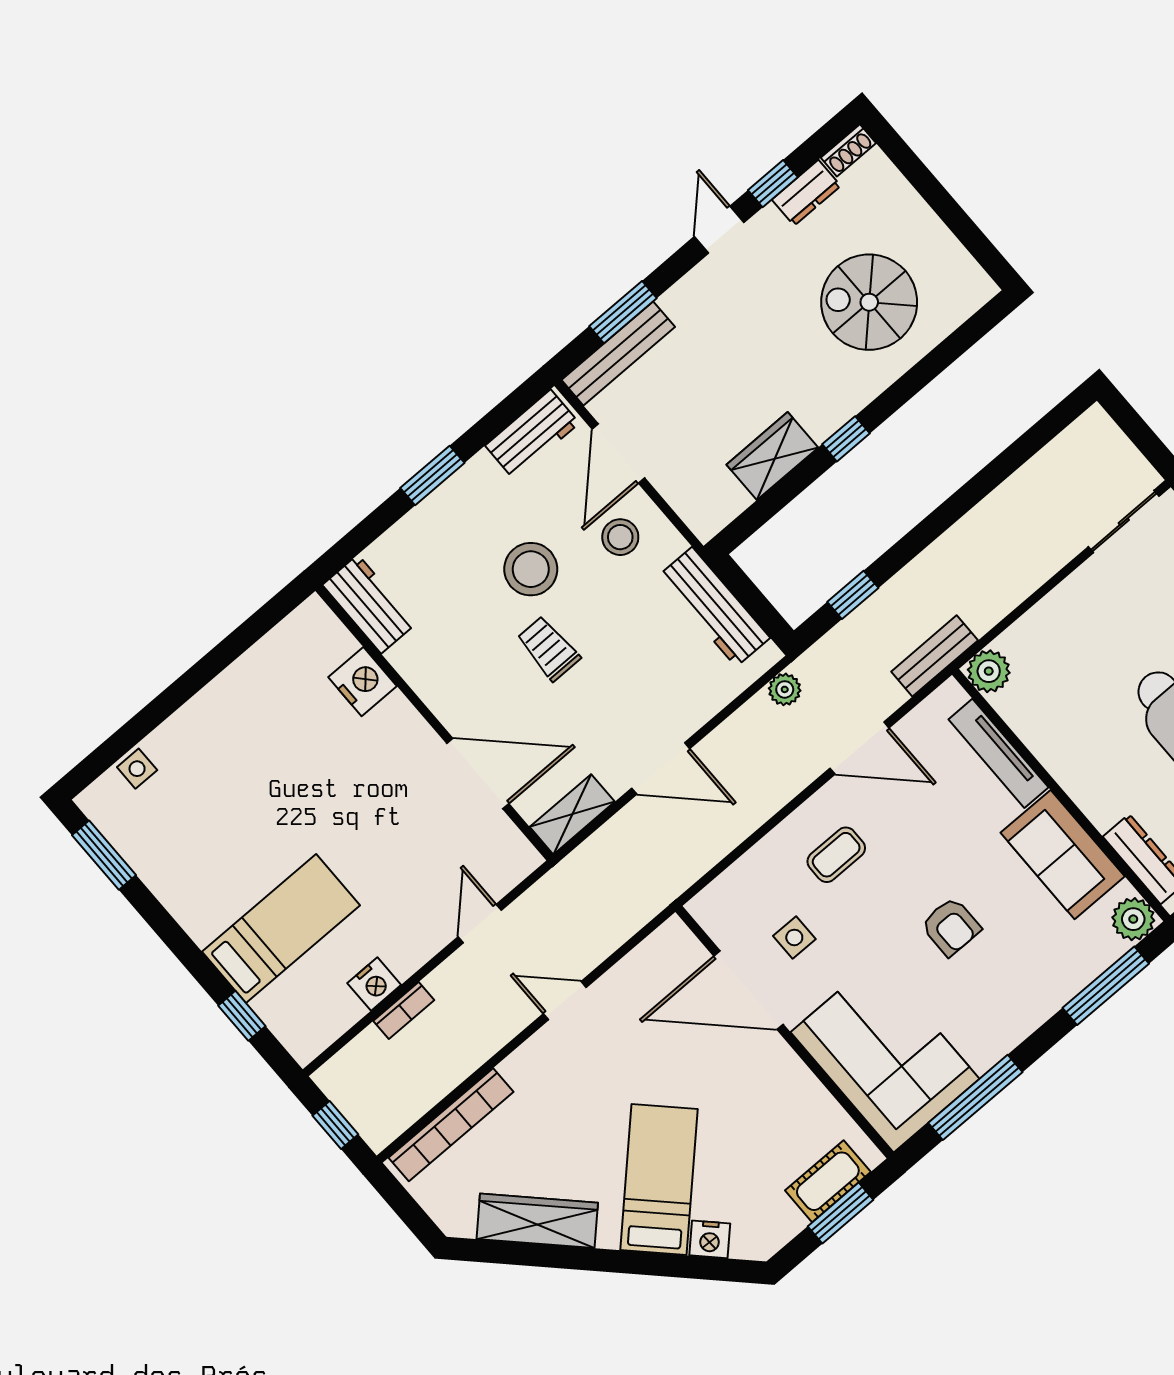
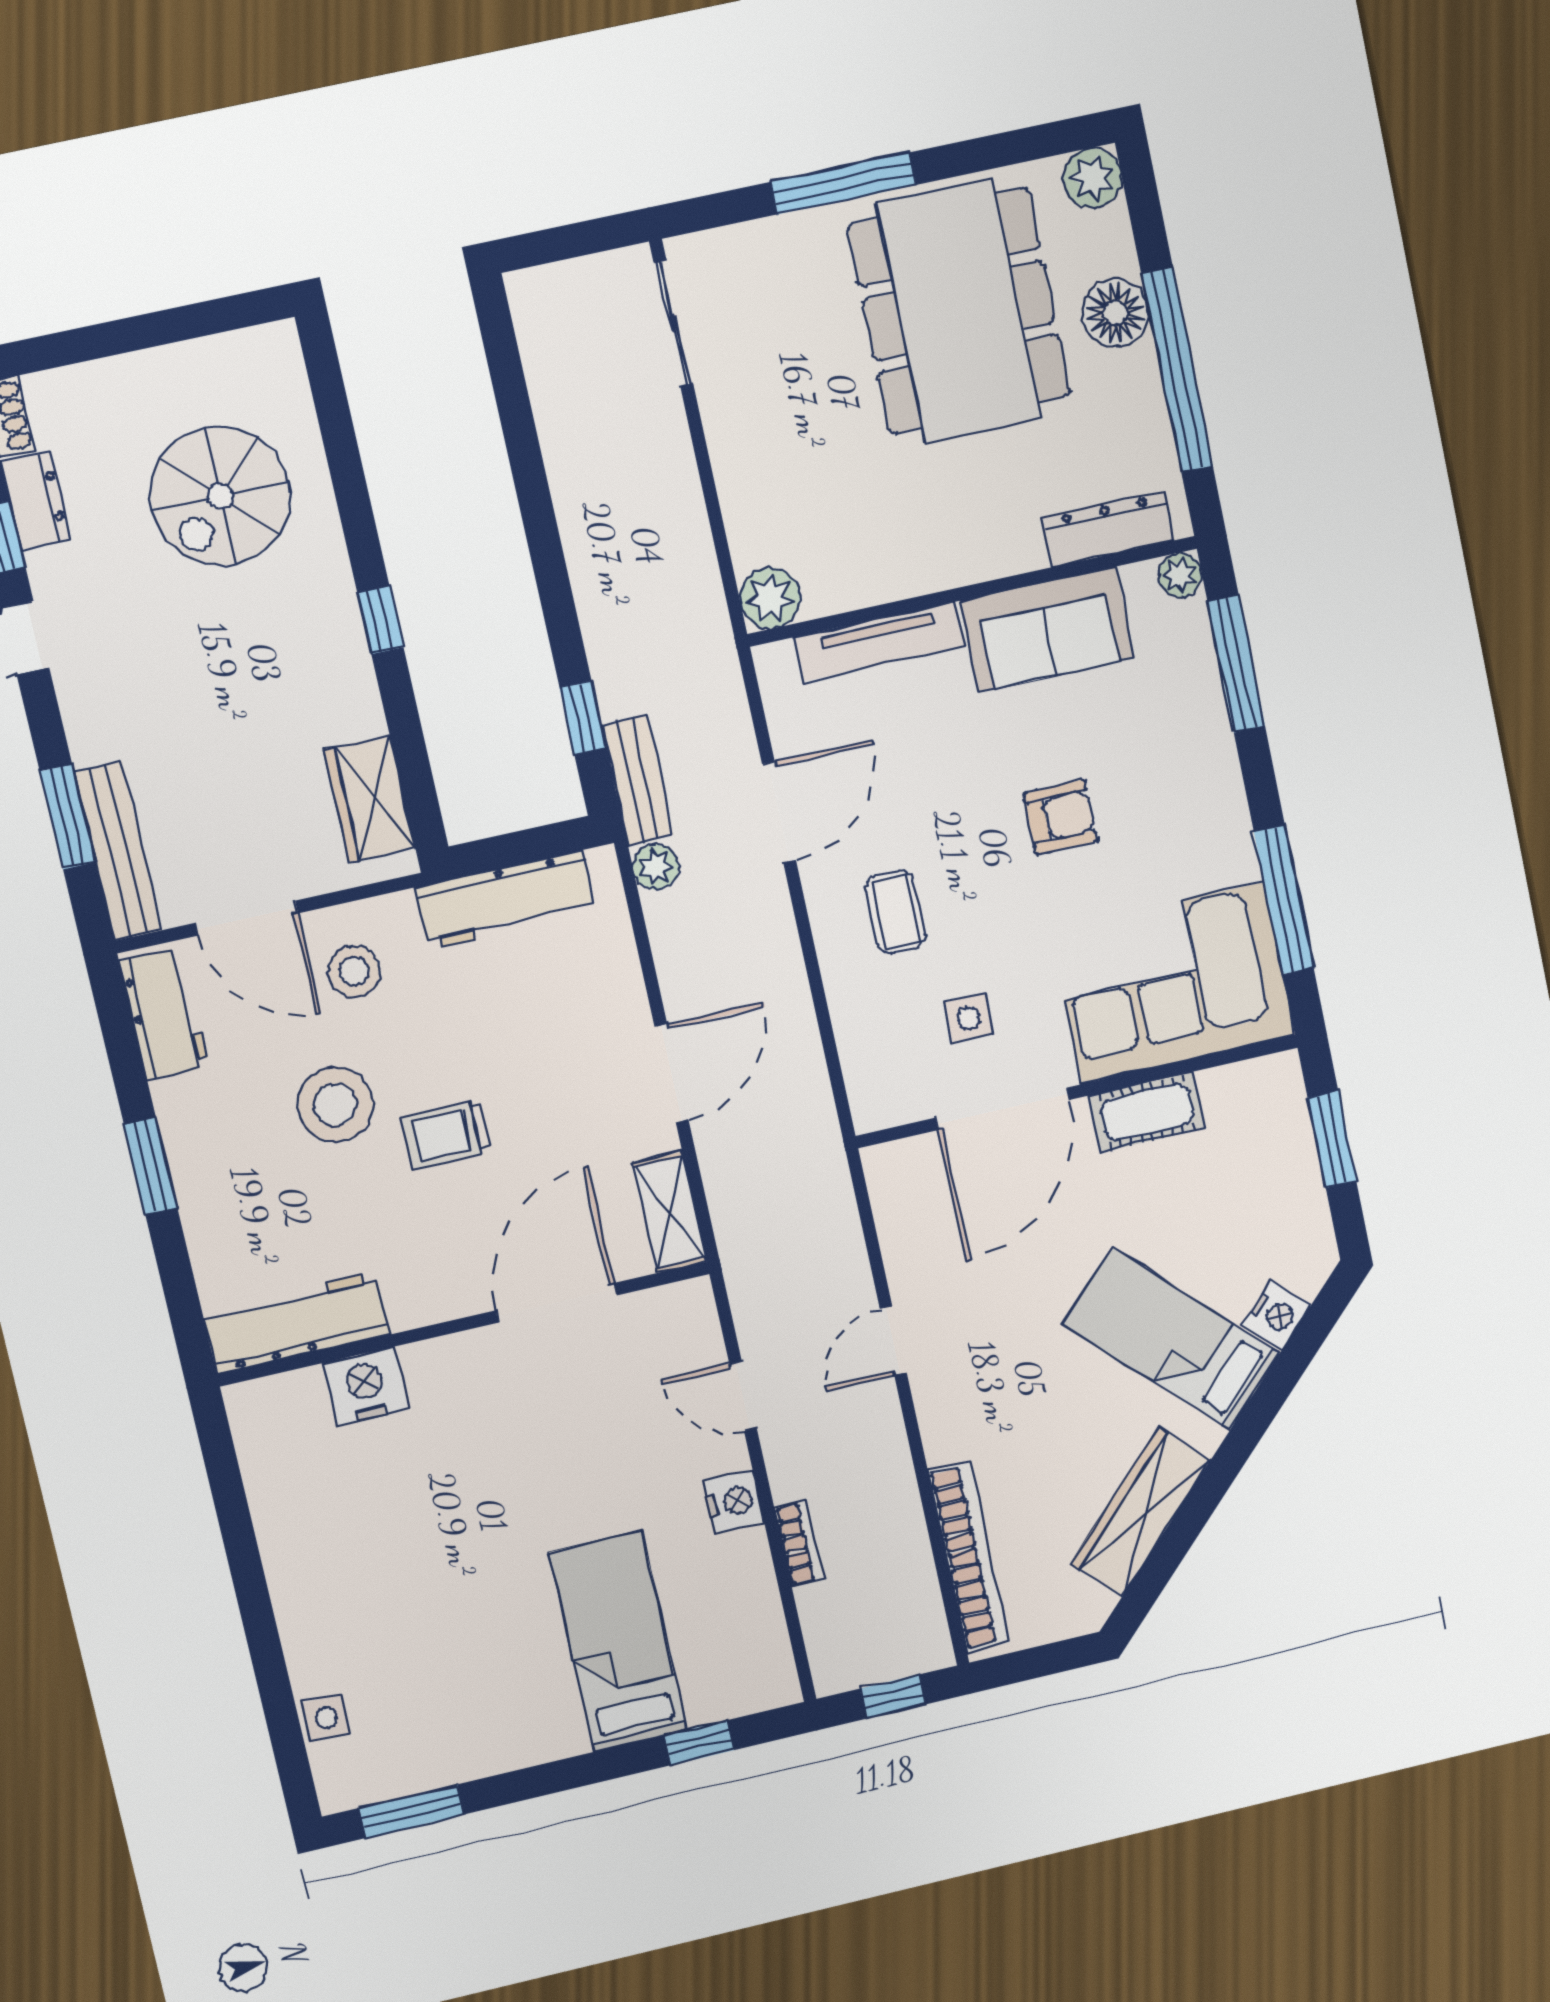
wardrobe: (772, 456) -> (370, 799), moved
workbench: (370, 604) -> (296, 1323), width x1.38
bench: (935, 656) -> (637, 780), moved
plant: (1133, 919) -> (1180, 575), width x0.73, depth x0.73
nightstand: (374, 984) -> (734, 1501), moved
cot: (828, 1181) -> (1147, 1112), moved, turned 90

